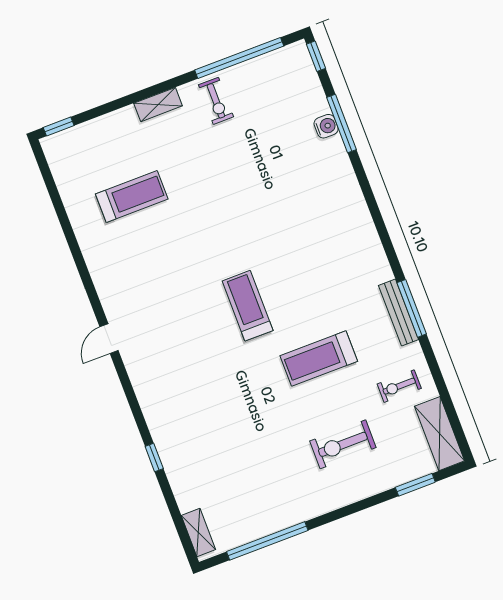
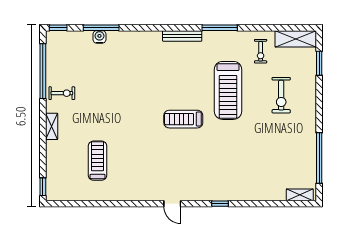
bench: (399, 312) -> (182, 36), moved
treadmill: (319, 358) -> (228, 90), width x1.37, depth x1.38
window: (154, 458) -> (220, 204), moved

